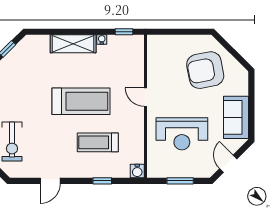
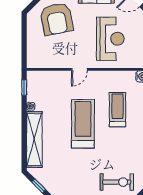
shelving: (73, 44) -> (34, 139), width x1.47
treadmill: (98, 142) -> (117, 110), turned 180

